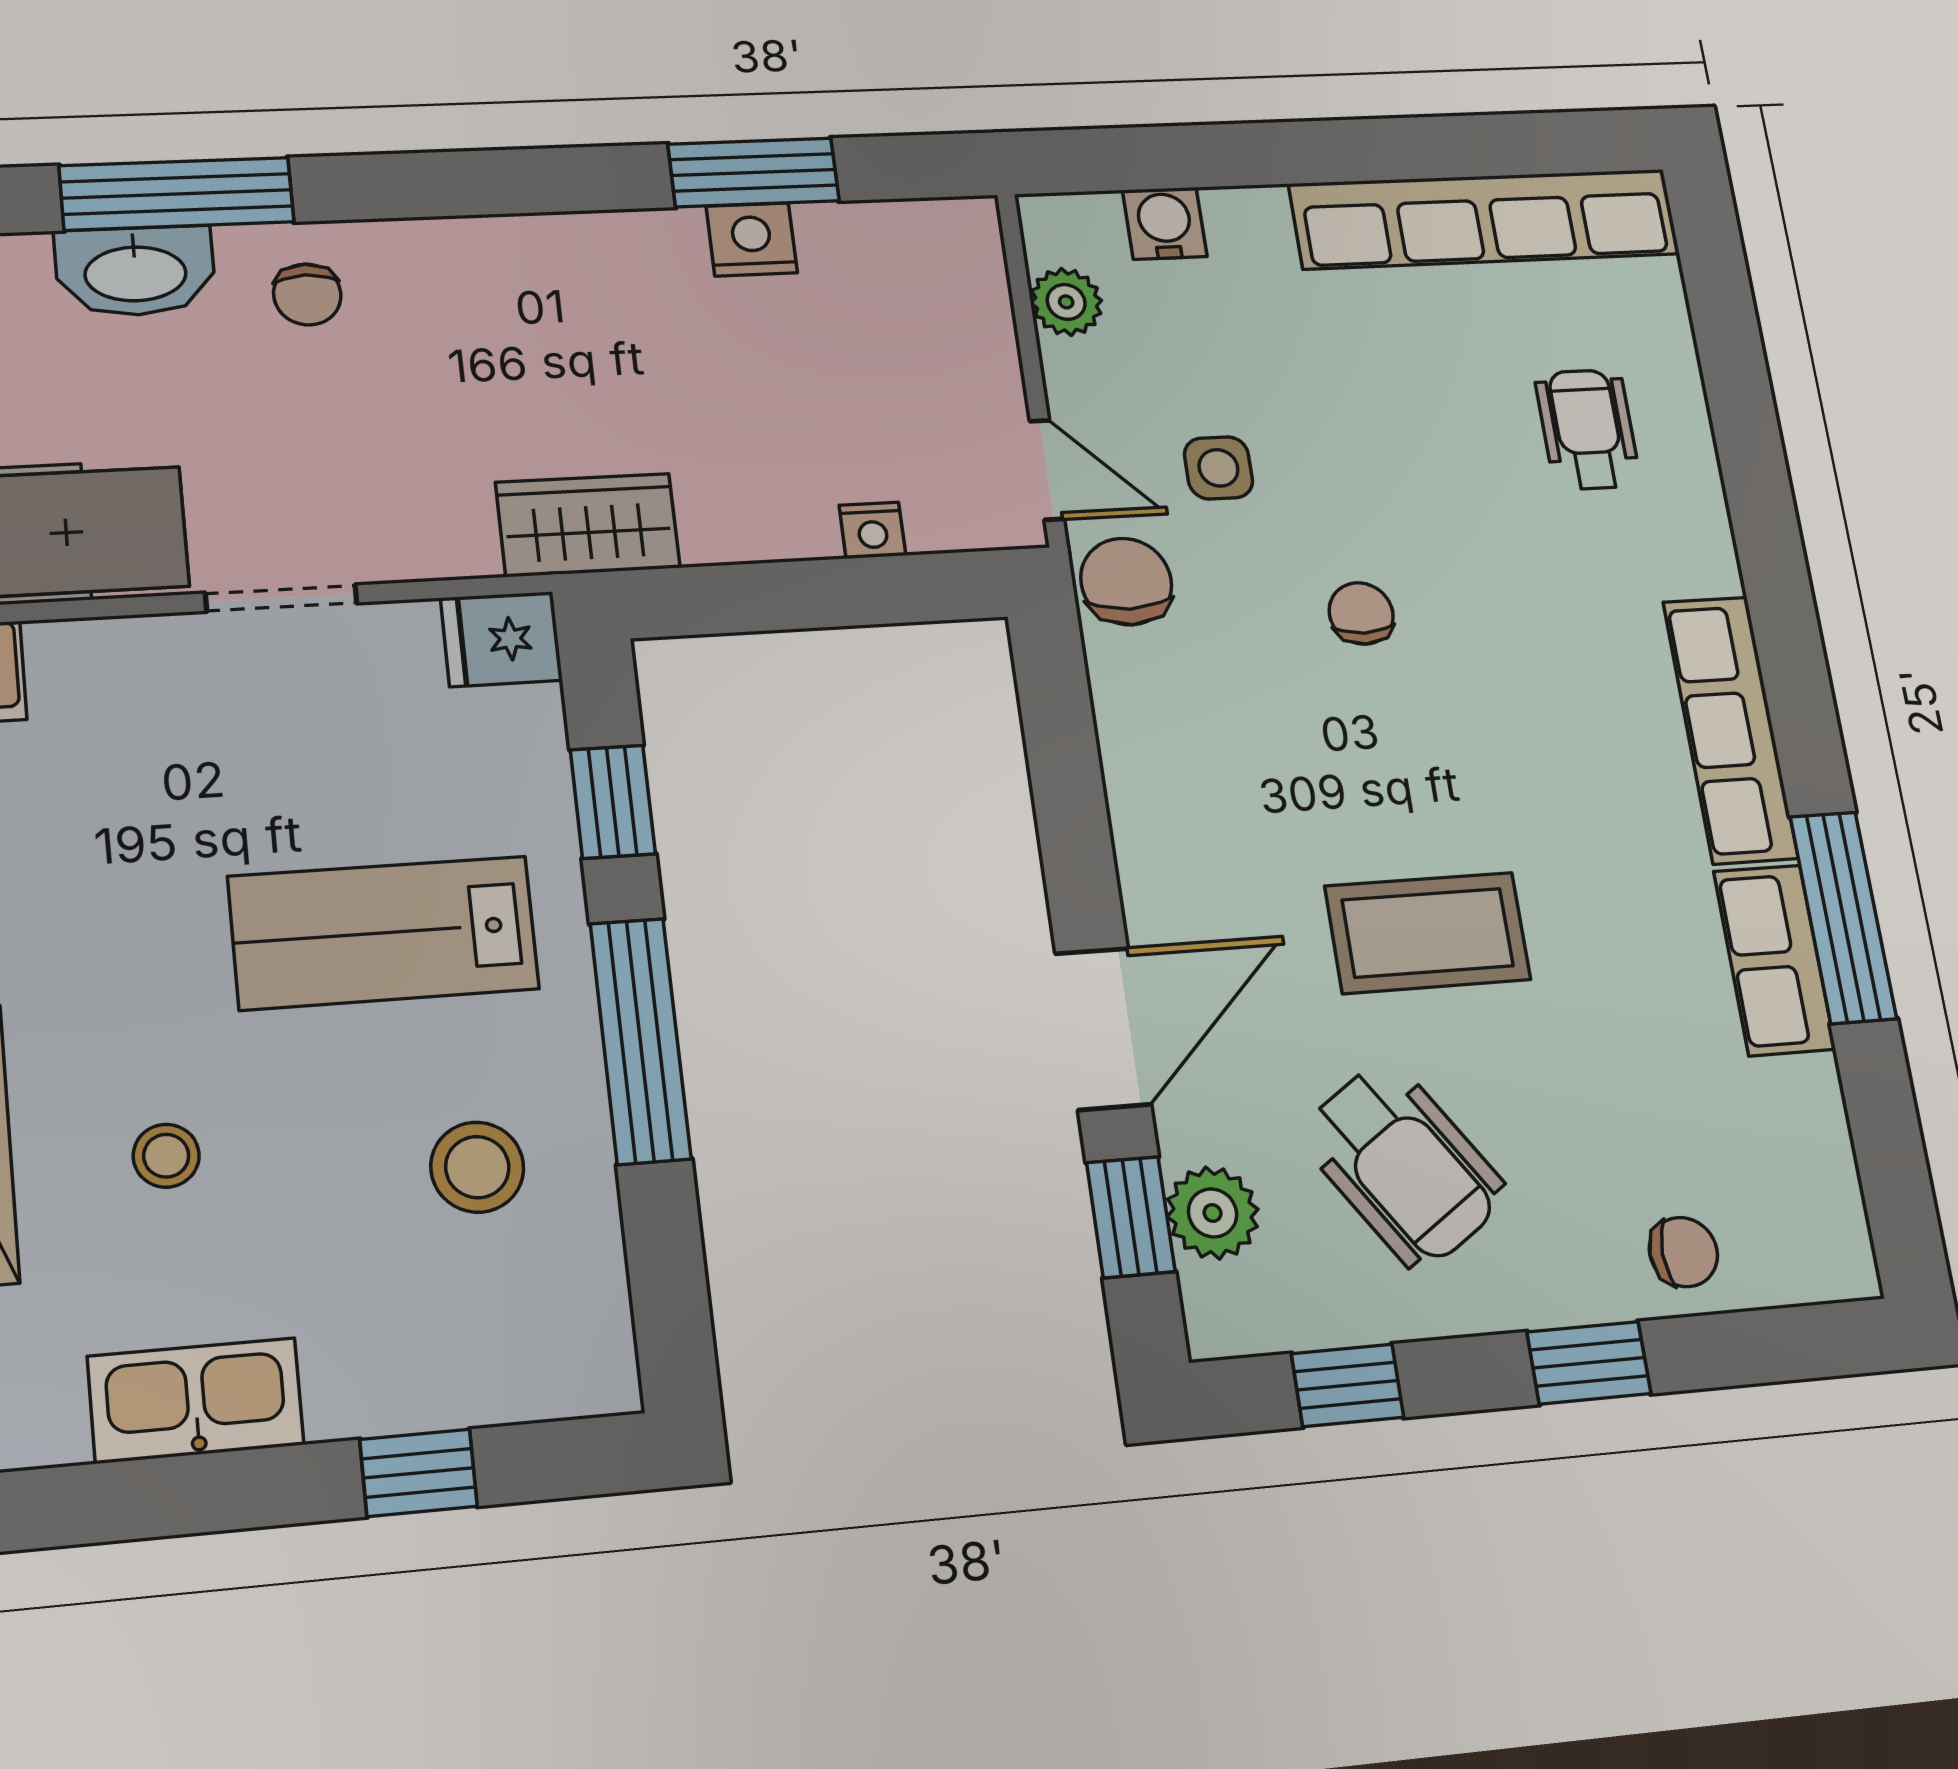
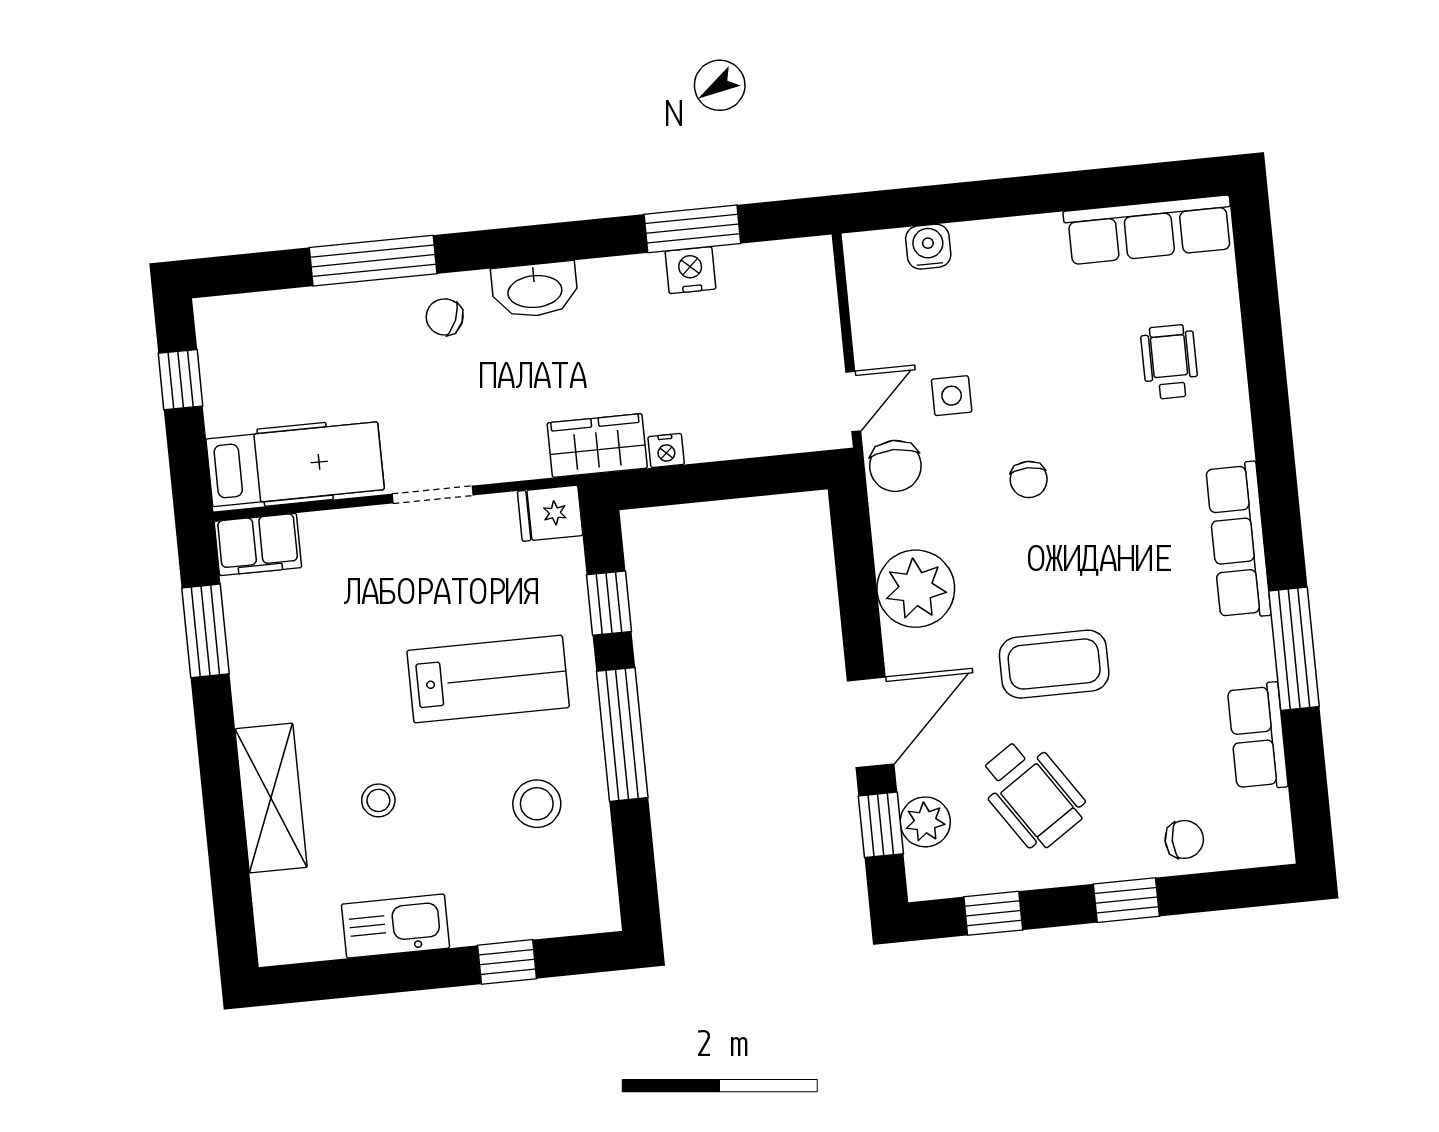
row of seats: (1485, 219) -> (1149, 230), width x0.73
washbasin: (135, 271) -> (535, 290), moved
chair: (307, 294) -> (445, 317), turned 113
plant: (1066, 302) -> (916, 589), moved, width x1.88, depth x1.88
door: (1047, 470) -> (853, 401), hinge flipped
nightstand: (872, 530) -> (666, 450), moved
chair: (1126, 581) -> (895, 466), turned 180
chair: (1361, 613) -> (1029, 479), turned 180
lab bench: (384, 933) -> (488, 679), turned 180
row of seats: (1774, 960) -> (1258, 737), moved

